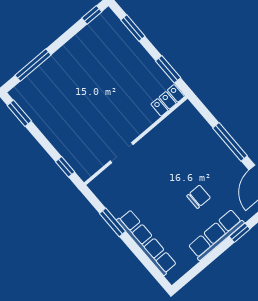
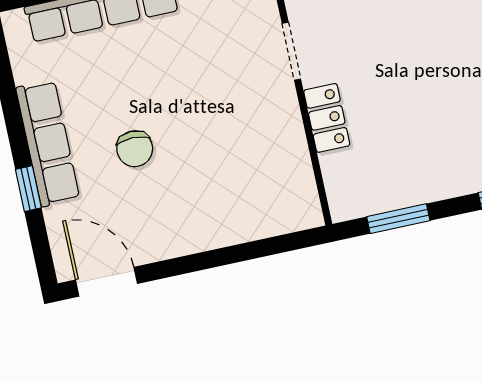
locker: (168, 100) -> (327, 118), moved
window: (230, 142) -> (204, 261), removed

